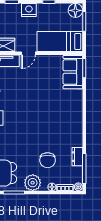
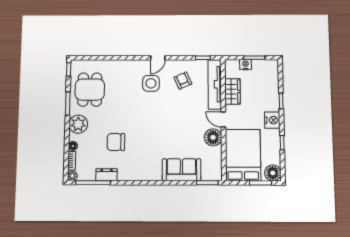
bed: (60, 41) -> (243, 155), width x1.50
floor lamp: (44, 63) -> (213, 137), added
sofa: (73, 72) -> (181, 170), moved
chair: (48, 160) -> (116, 142), moved

